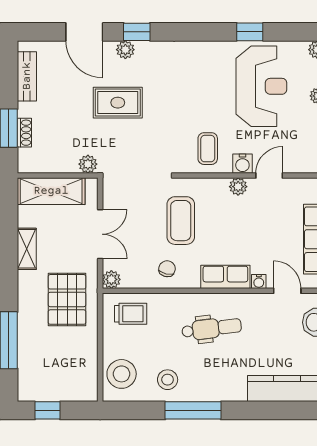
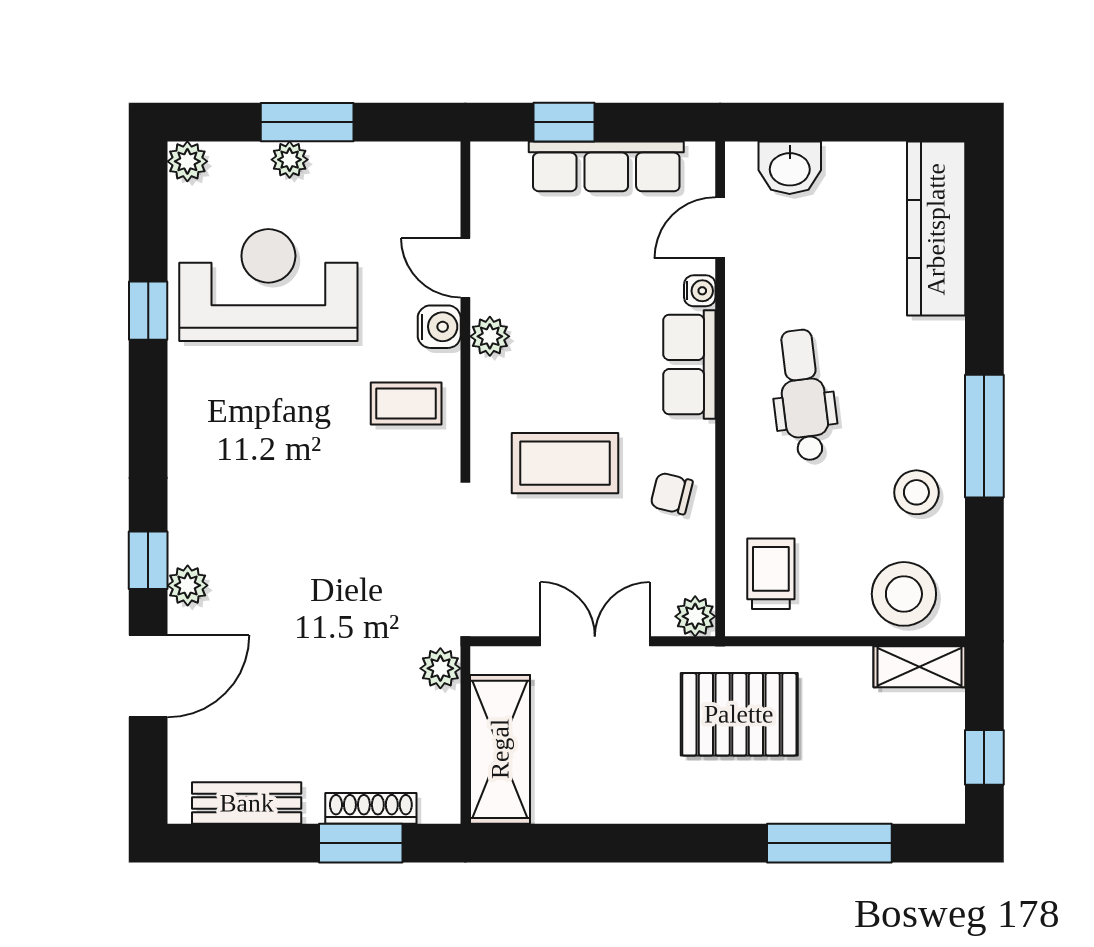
rug: (118, 103) -> (304, 602), removed
shoe rack: (24, 133) -> (371, 808), width x1.43
shelving: (27, 249) -> (919, 667), moved

